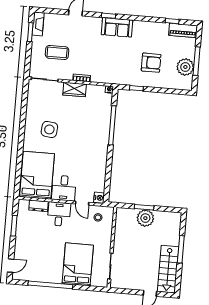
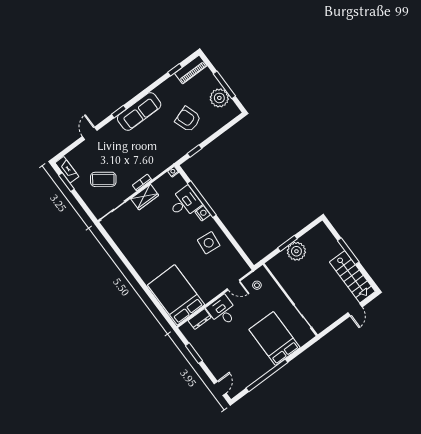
sofa: (117, 27) -> (139, 111), width x1.36
coffee table: (57, 52) -> (103, 179), turned 36
armchair: (151, 63) -> (188, 119), turned -109
side table: (49, 129) -> (209, 243), moved
desk: (64, 188) -> (184, 203), moved, turned -90
nightstand: (99, 198) -> (203, 213), moved

